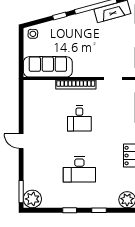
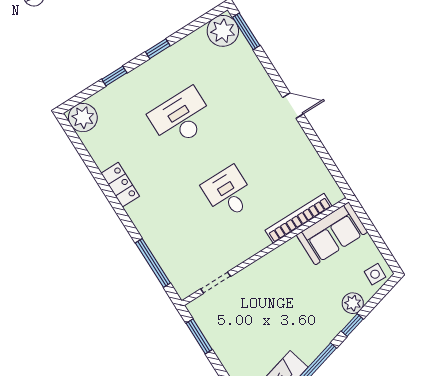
plant: (53, 27) -> (353, 303), added
sofa: (48, 67) -> (332, 233), width x0.73
bookcase: (76, 85) -> (299, 218), moved

